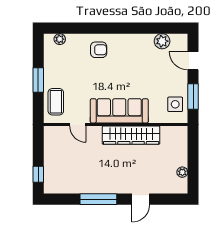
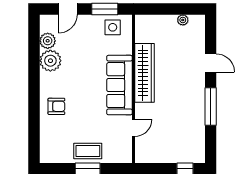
plant: (60, 39) -> (50, 61), moved, width x1.87, depth x1.87
armchair: (99, 50) -> (56, 106), turned 90
coffee table: (56, 102) -> (88, 151), moved

